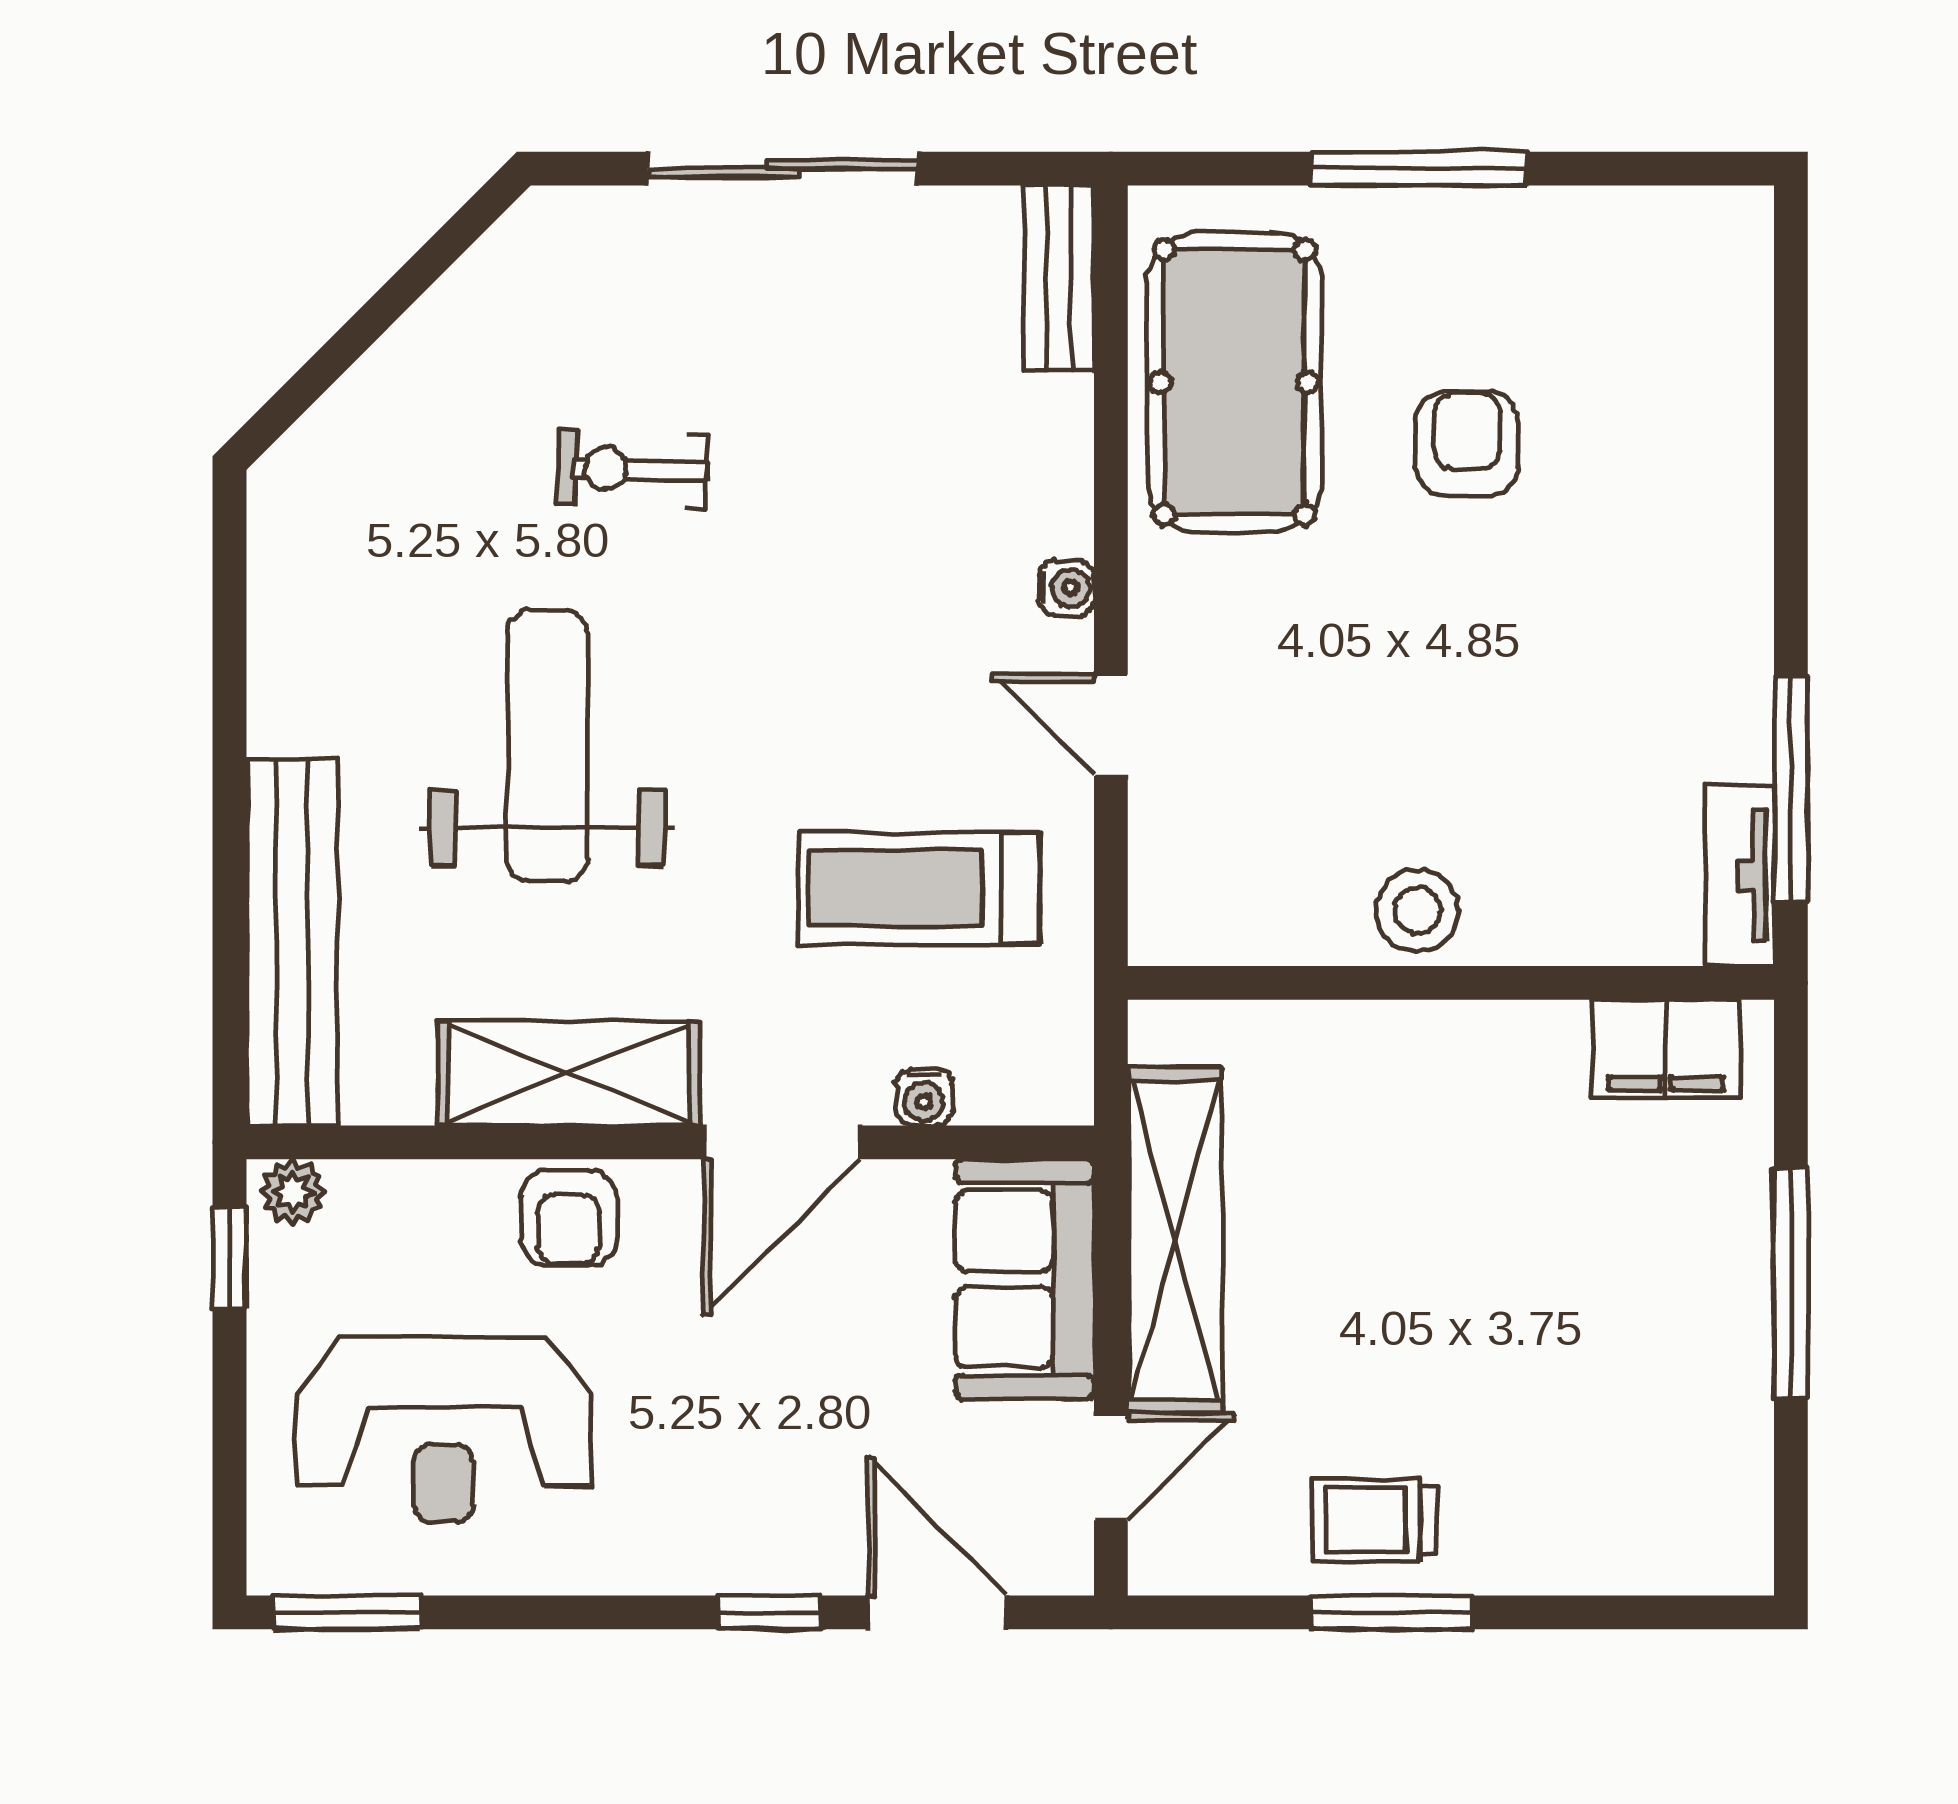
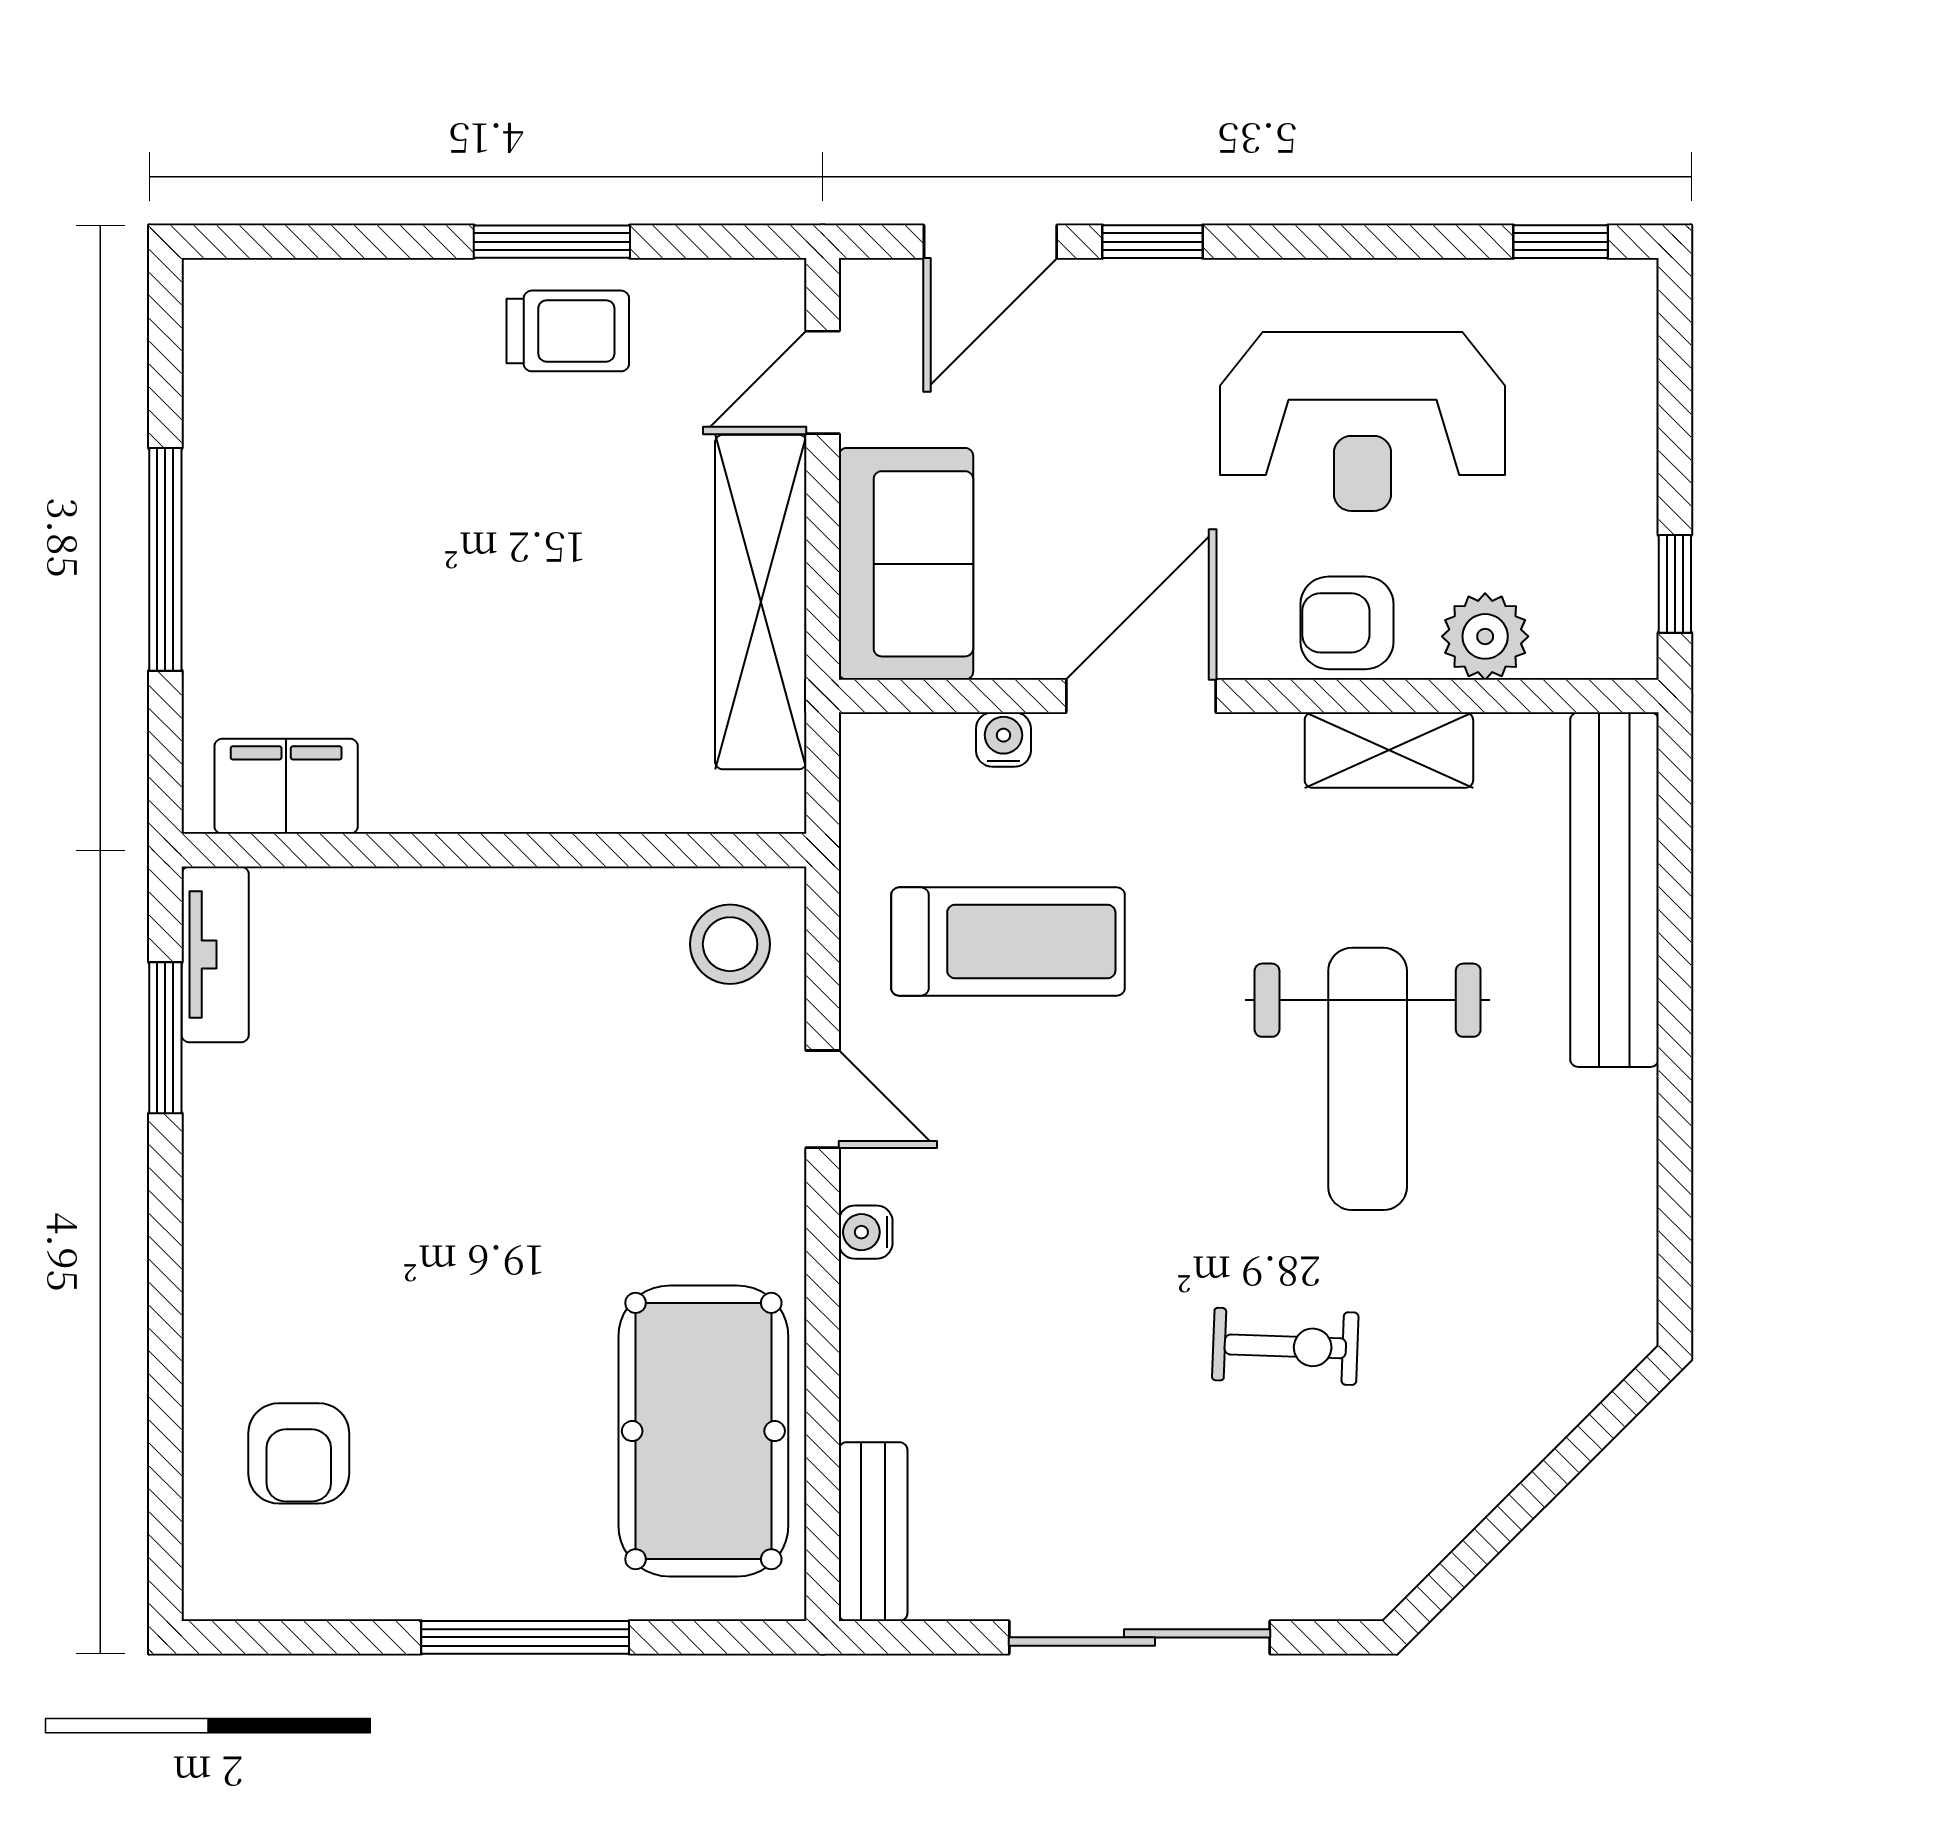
armchair: (1467, 444) -> (299, 1453), moved
window: (1791, 789) -> (165, 1038), width x0.69
stool: (1418, 910) -> (730, 944), moved
shelving: (569, 1073) -> (1389, 750), width x0.67, depth x0.75
plant: (293, 1192) -> (1485, 636), moved, width x1.38, depth x1.38
armchair: (569, 1218) -> (1347, 623), turned -90
reception desk: (443, 1430) -> (1362, 421), moved, turned 180
window: (348, 1612) -> (1561, 242), width x0.67
door: (937, 1612) -> (990, 242), hinge flipped

